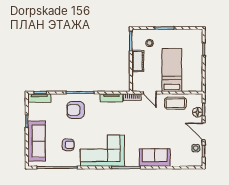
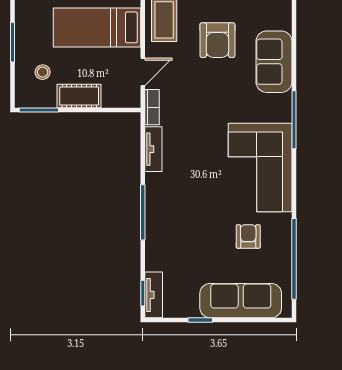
armchair: (76, 110) -> (217, 40), moved

